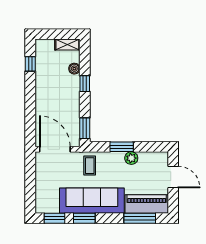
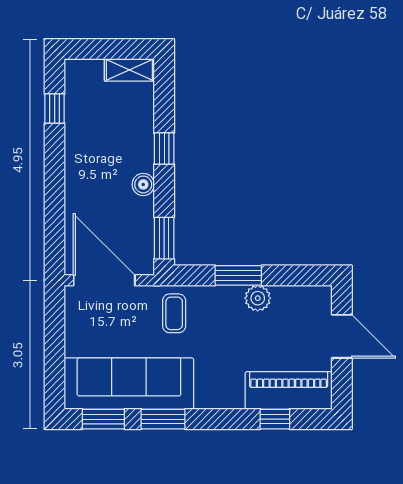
boiler: (74, 69) -> (143, 184), moved
sofa: (92, 201) -> (129, 384), moved
window: (140, 218) -> (275, 419), width x0.46

